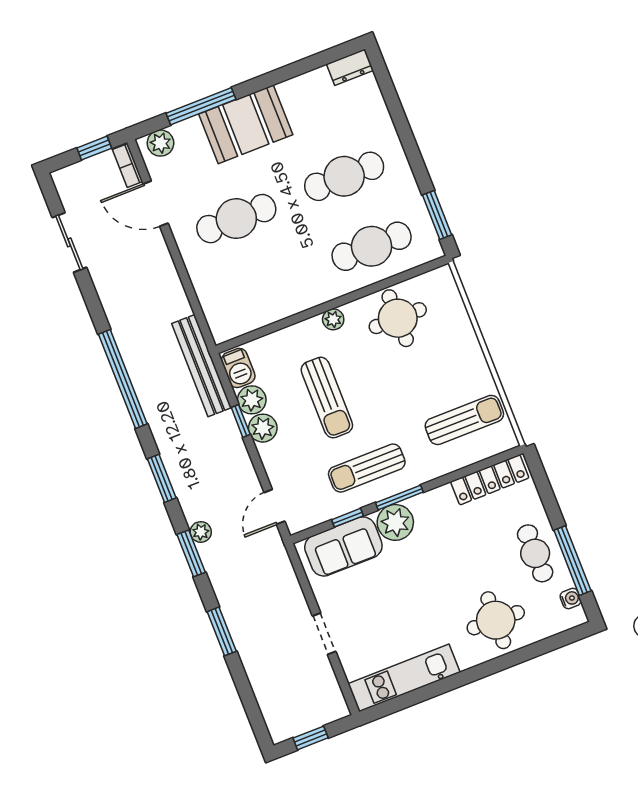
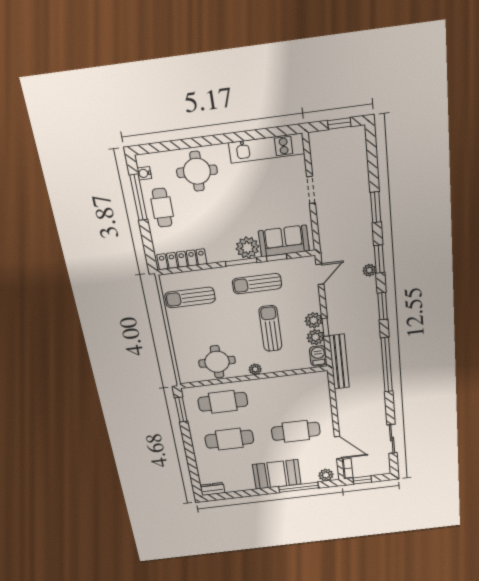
sun lounger: (367, 468) -> (257, 284), turned 180

